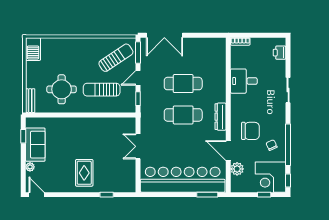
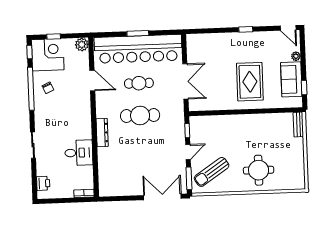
barbecue: (33, 49) -> (297, 178), removed
cafe table: (183, 84) -> (139, 83), moved, width x0.73, depth x0.74
round table: (62, 89) -> (259, 170), moved
sun lounger: (102, 90) -> (225, 139), removed
dresser: (221, 117) -> (102, 133), moved
chair: (250, 131) -> (70, 102), removed
double door: (138, 146) -> (185, 81), width x1.37
plant: (237, 169) -> (82, 45), moved
rug: (84, 173) -> (250, 82), moved, width x1.36, depth x1.43
window: (107, 195) -> (246, 29), moved
window: (207, 195) -> (138, 33), moved

